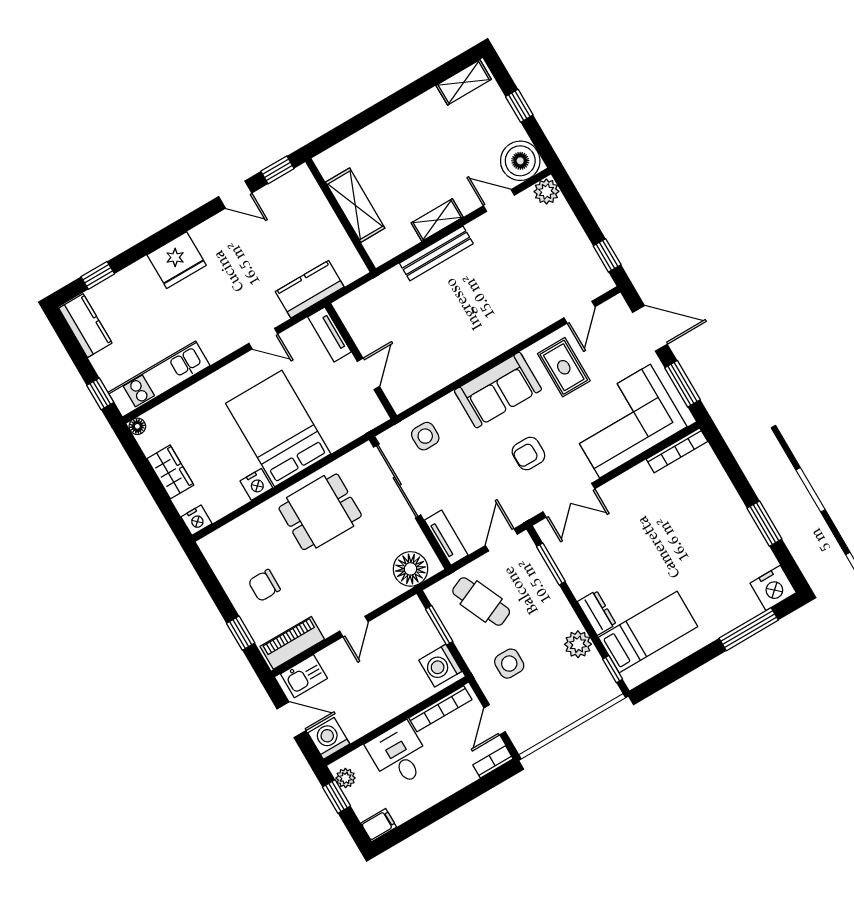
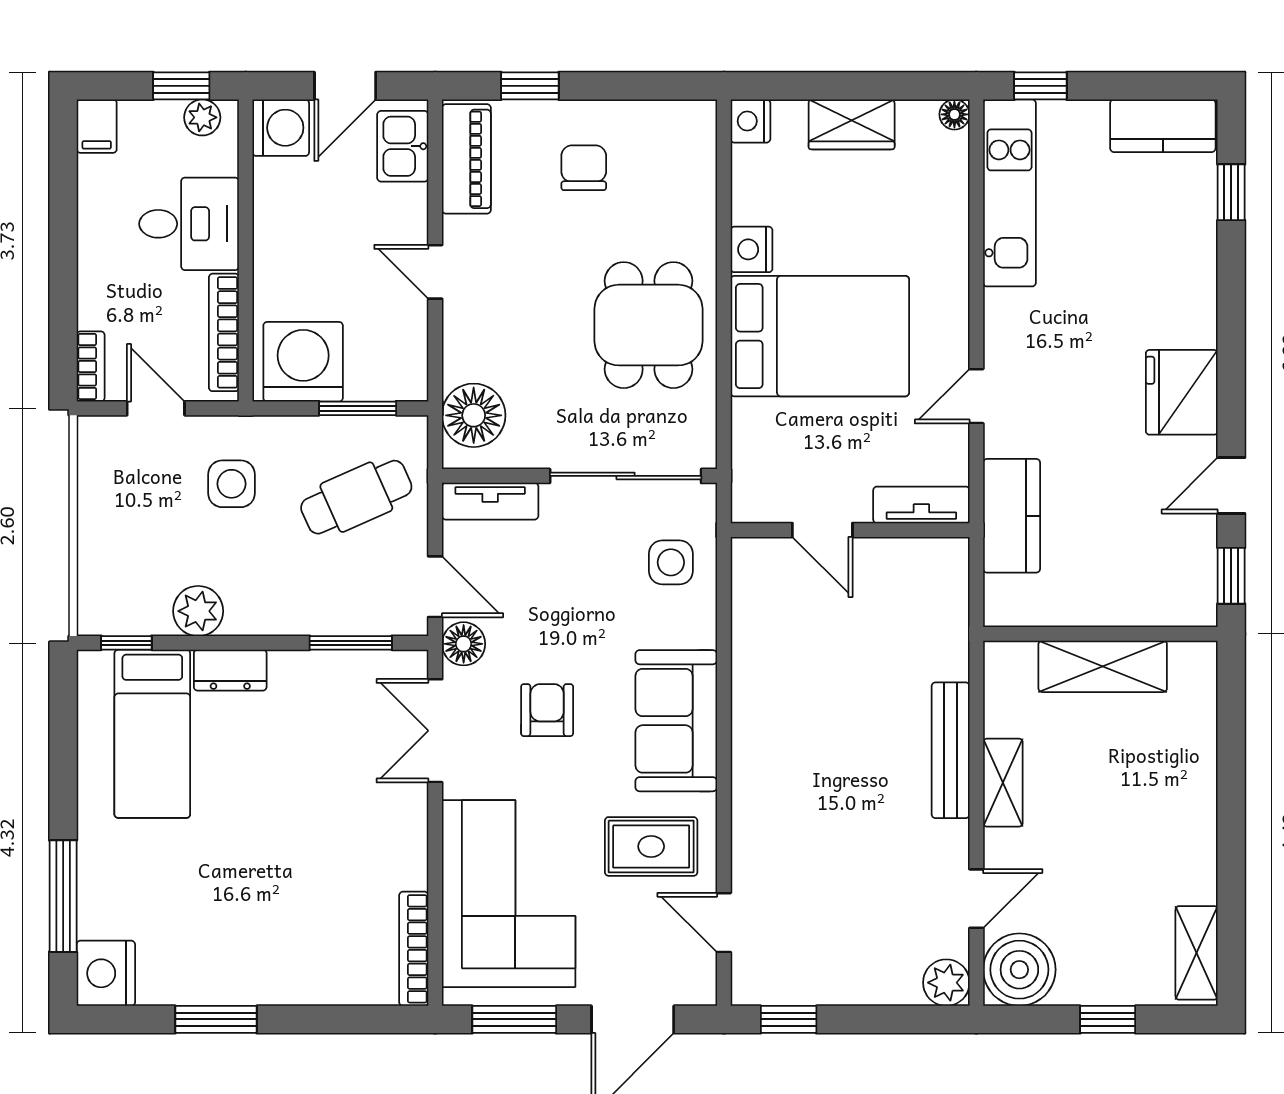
fridge: (177, 260) -> (1182, 392), moved
floor lamp: (520, 511) -> (464, 644), added
washing machine: (440, 666) -> (303, 362), width x1.37, depth x1.37

